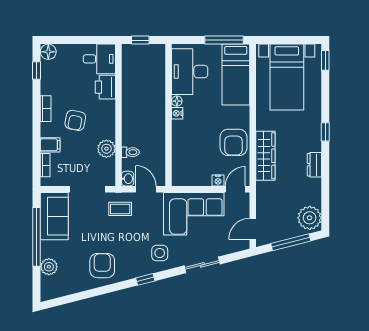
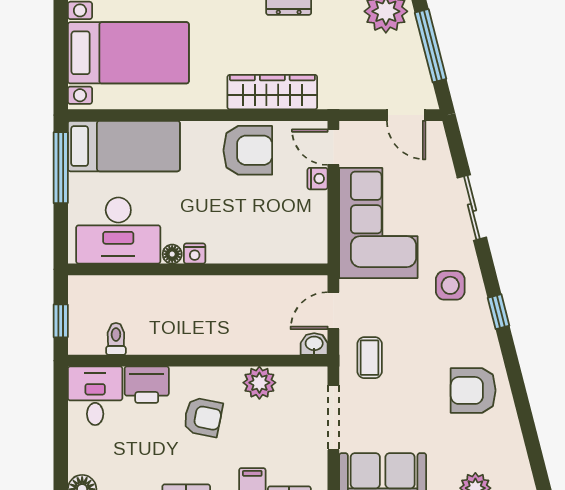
armchair: (75, 120) -> (203, 417), moved
toilet: (130, 152) -> (116, 339), moved

